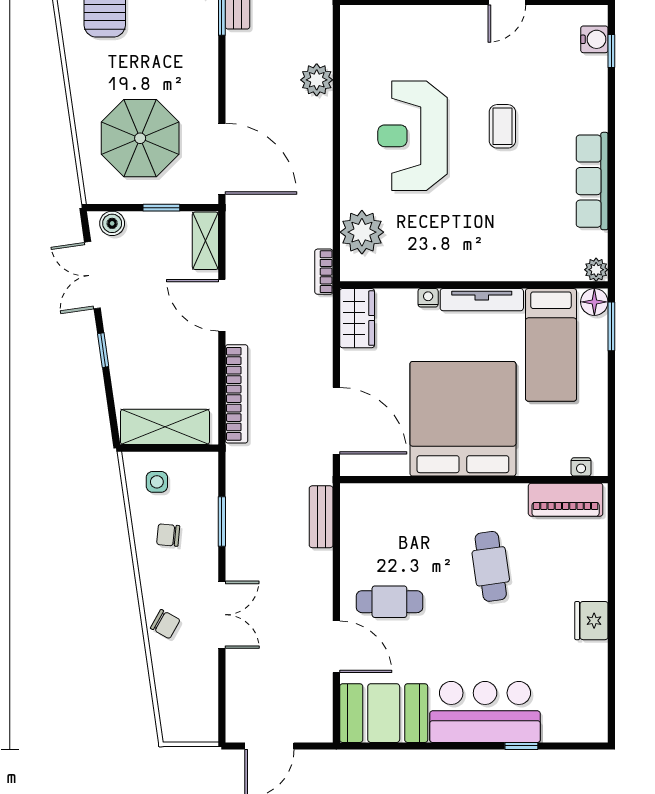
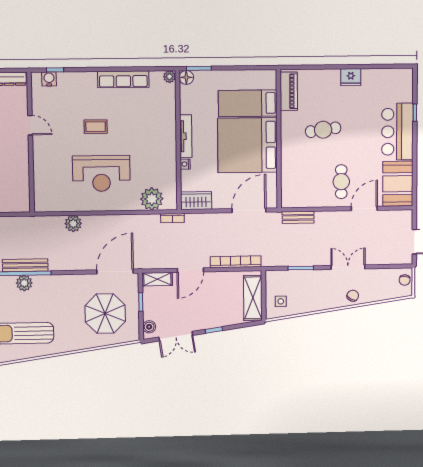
bed: (551, 345) -> (248, 103), moved, turned 180
nightstand: (581, 467) -> (272, 83), removed
chair: (168, 535) -> (405, 280), moved

